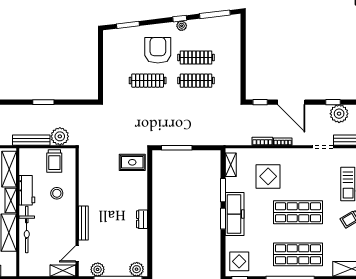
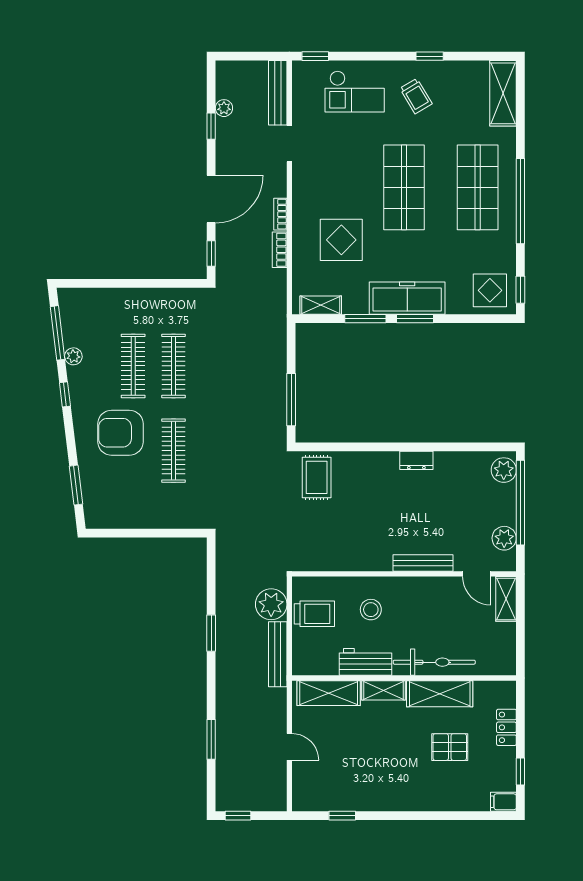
plant: (182, 26) -> (73, 356), moved
plant: (339, 114) -> (224, 108), width x0.53, depth x0.53

